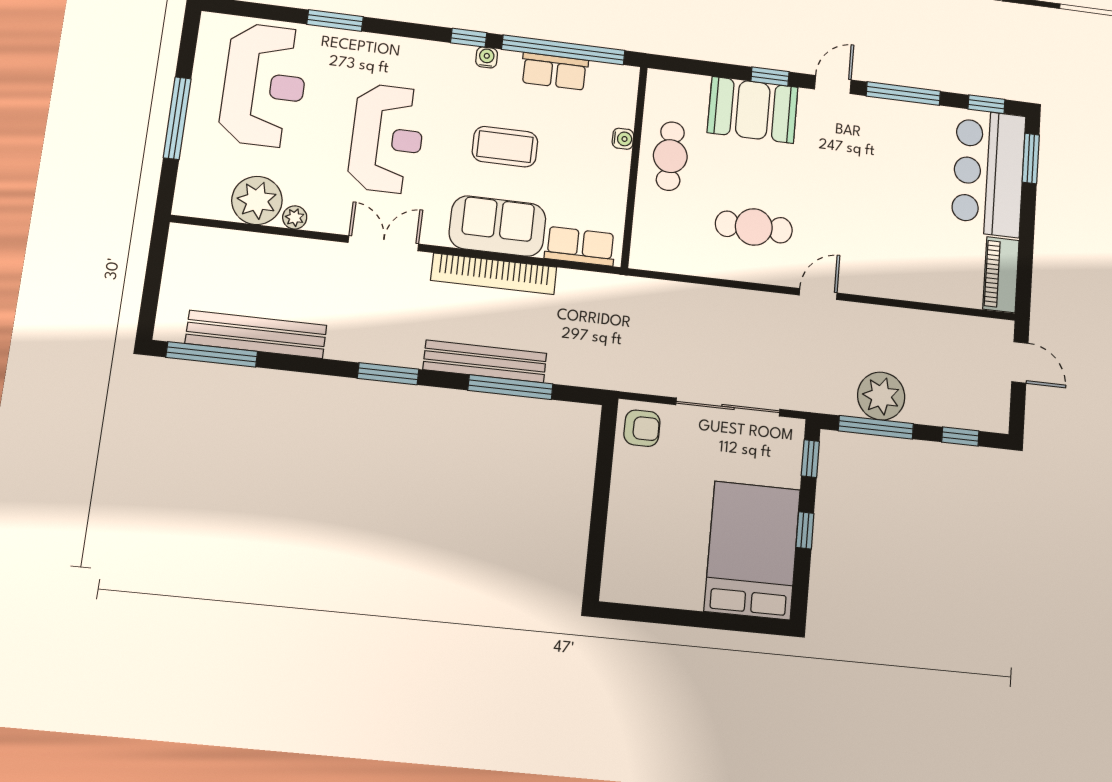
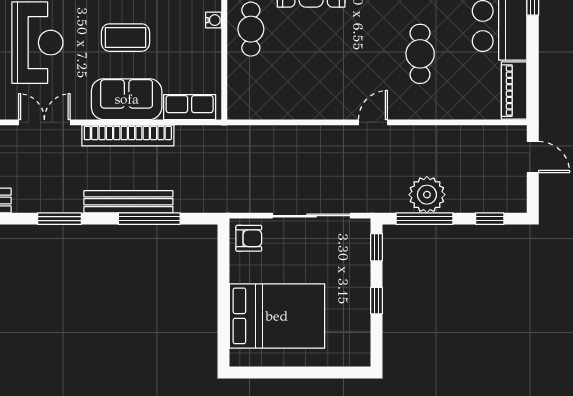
cafe table: (754, 227) -> (420, 54), moved, turned 90
bed: (752, 550) -> (277, 316), moved, turned 90

